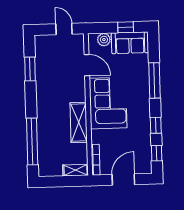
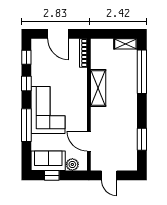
corner sofa: (108, 103) -> (48, 110), moved, turned 180
shelving: (75, 170) -> (125, 44), moved
door: (123, 180) -> (58, 34), hinge flipped

